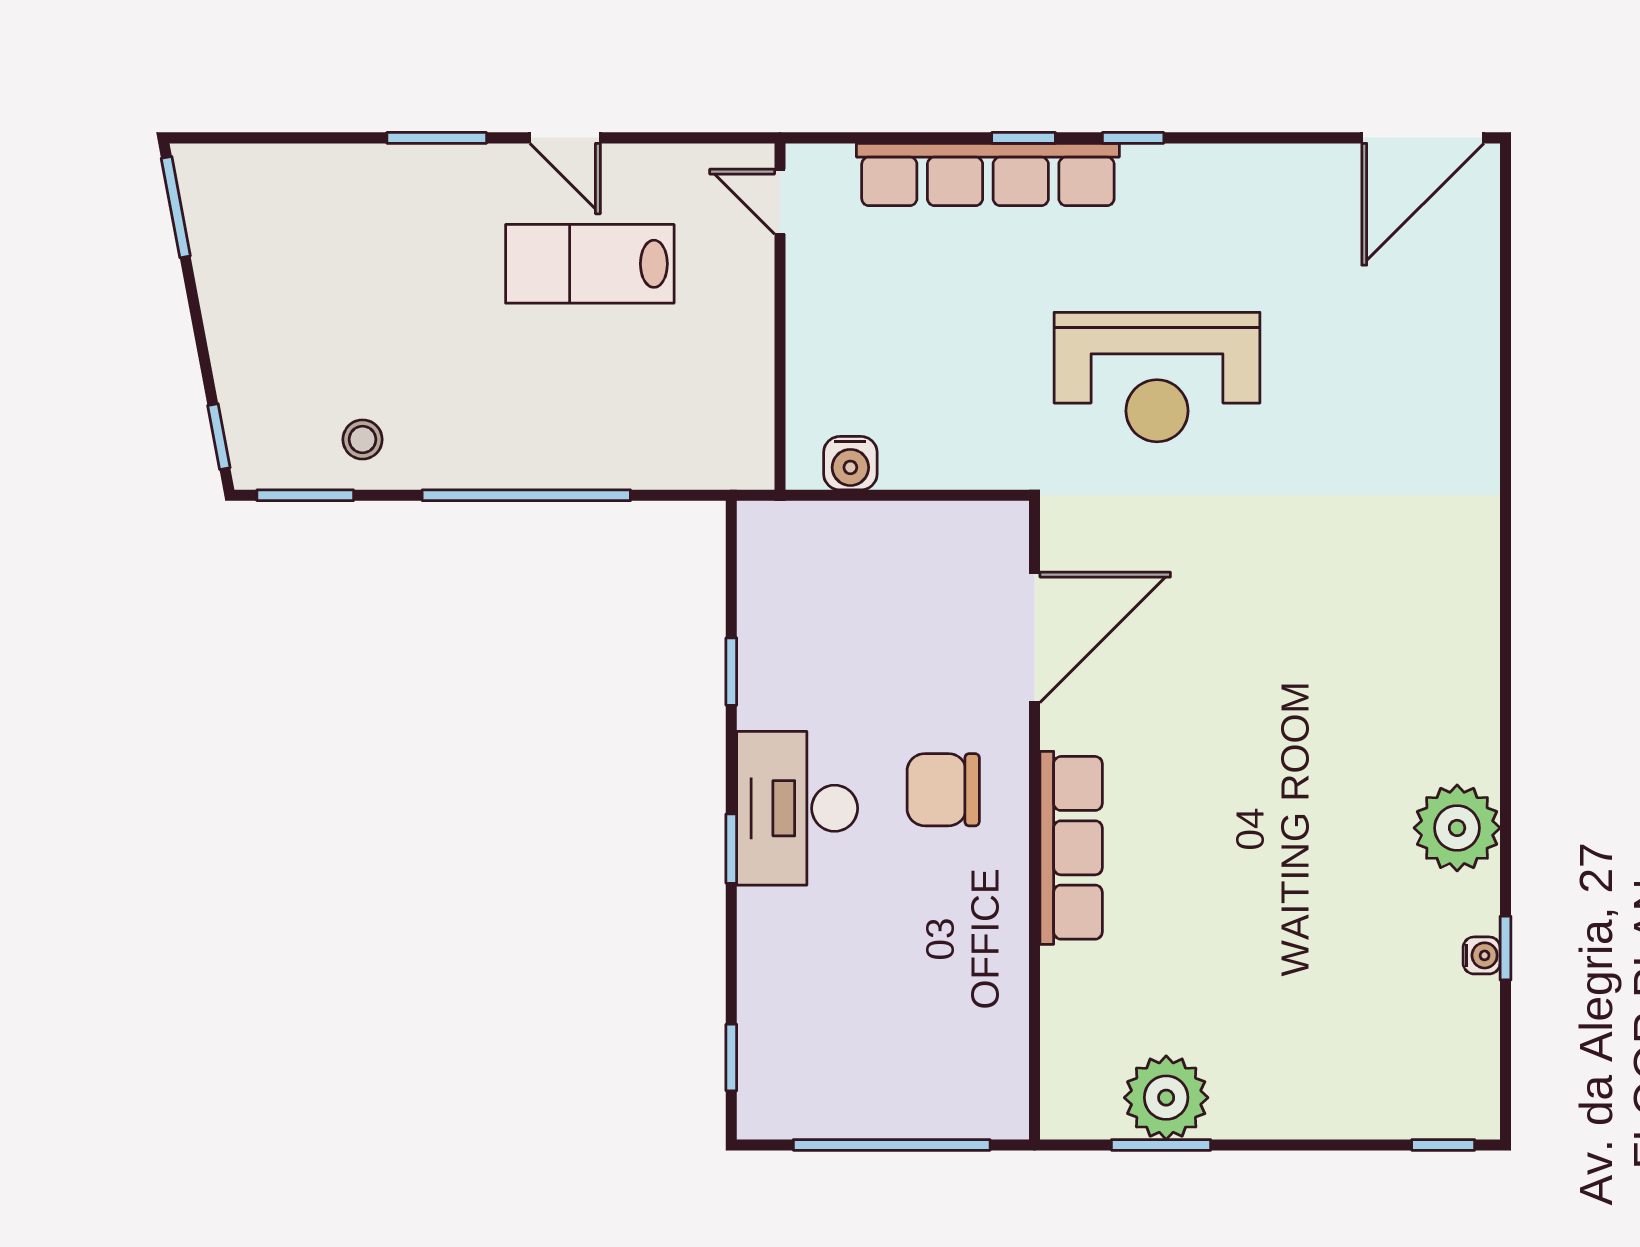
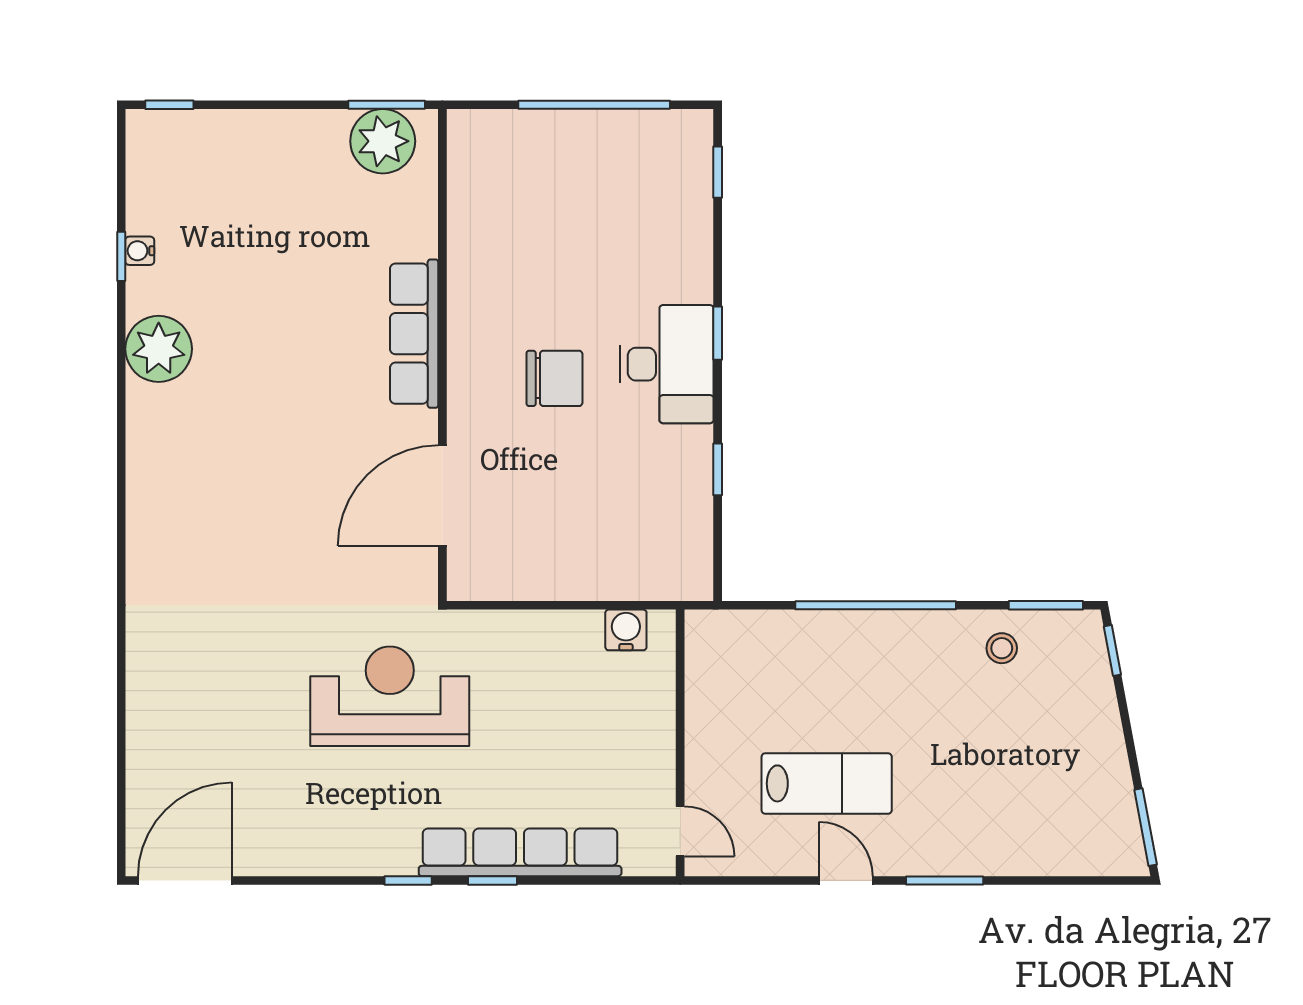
door: (1035, 637) -> (442, 496), moved
wall: (1035, 820) -> (442, 355), moved
row of seats: (1071, 848) -> (414, 334), moved

